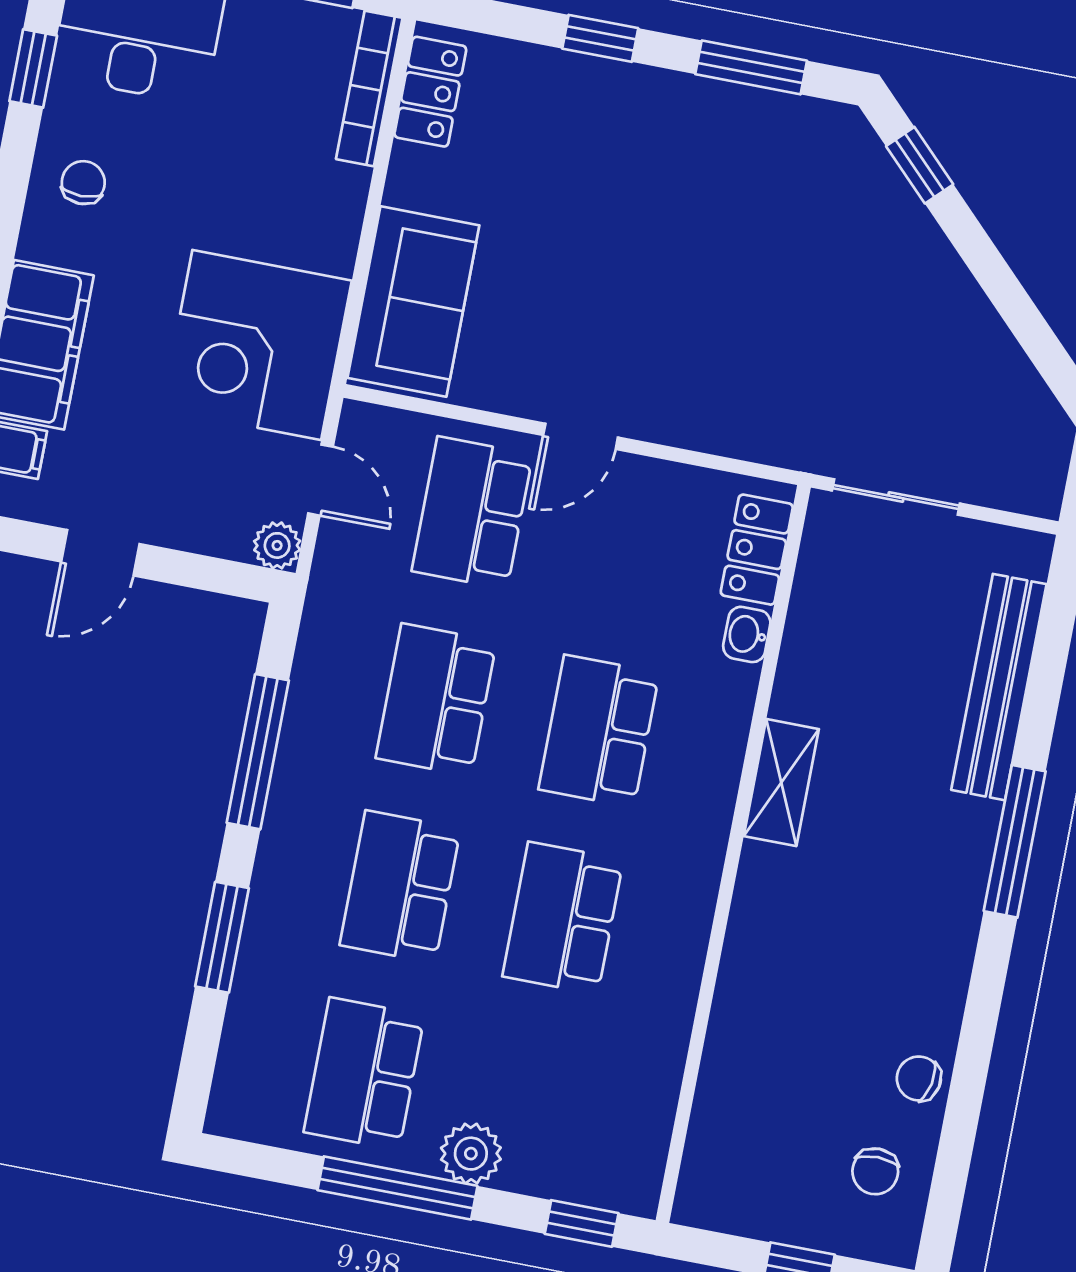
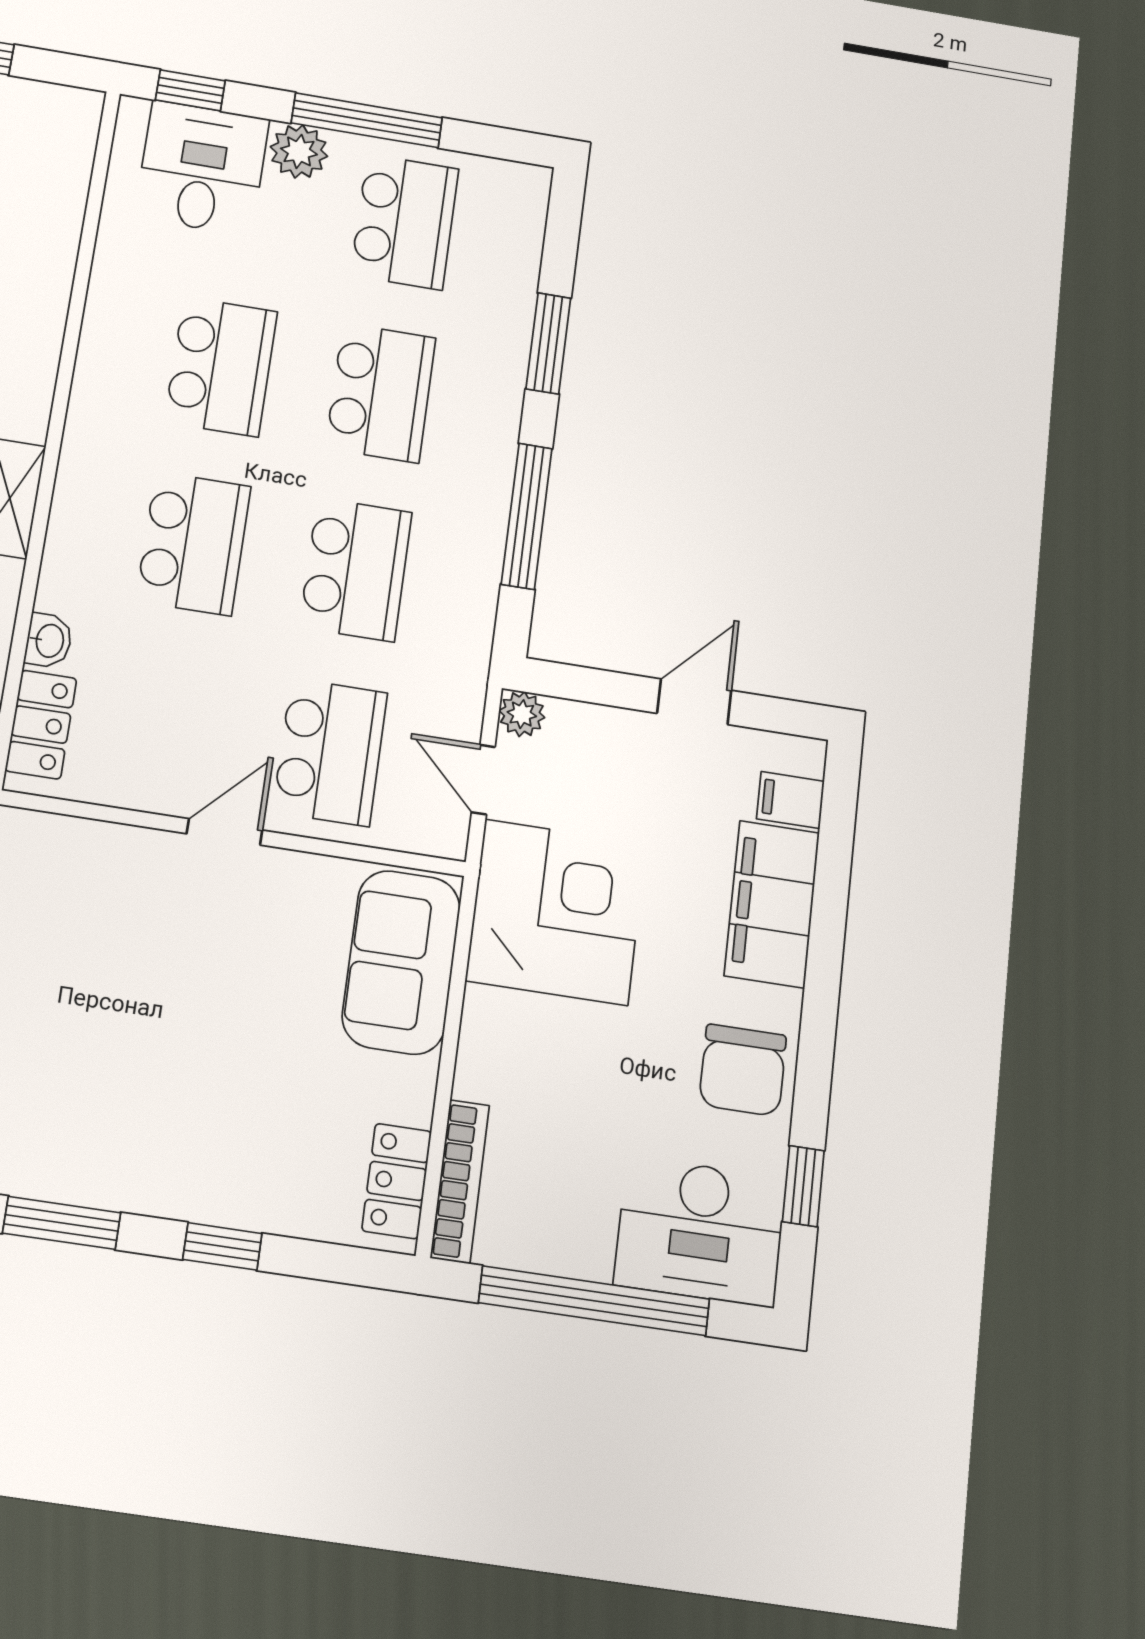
chair: (83, 183) -> (743, 1070), width x1.87, depth x1.87
desk: (573, 1136) -> (202, 168), added

